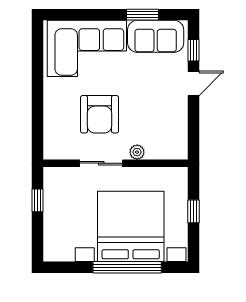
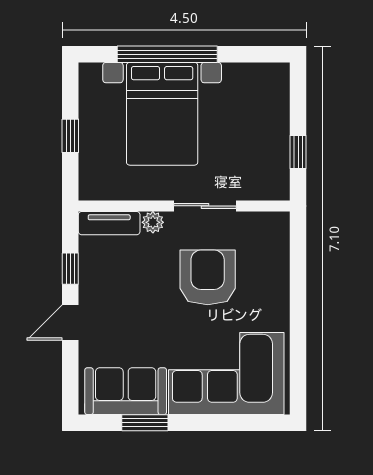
window: (194, 50) -> (70, 269), moved
tv unit: (167, 152) -> (109, 223), added
bed with nightstands: (131, 226) -> (162, 114), width x0.73

